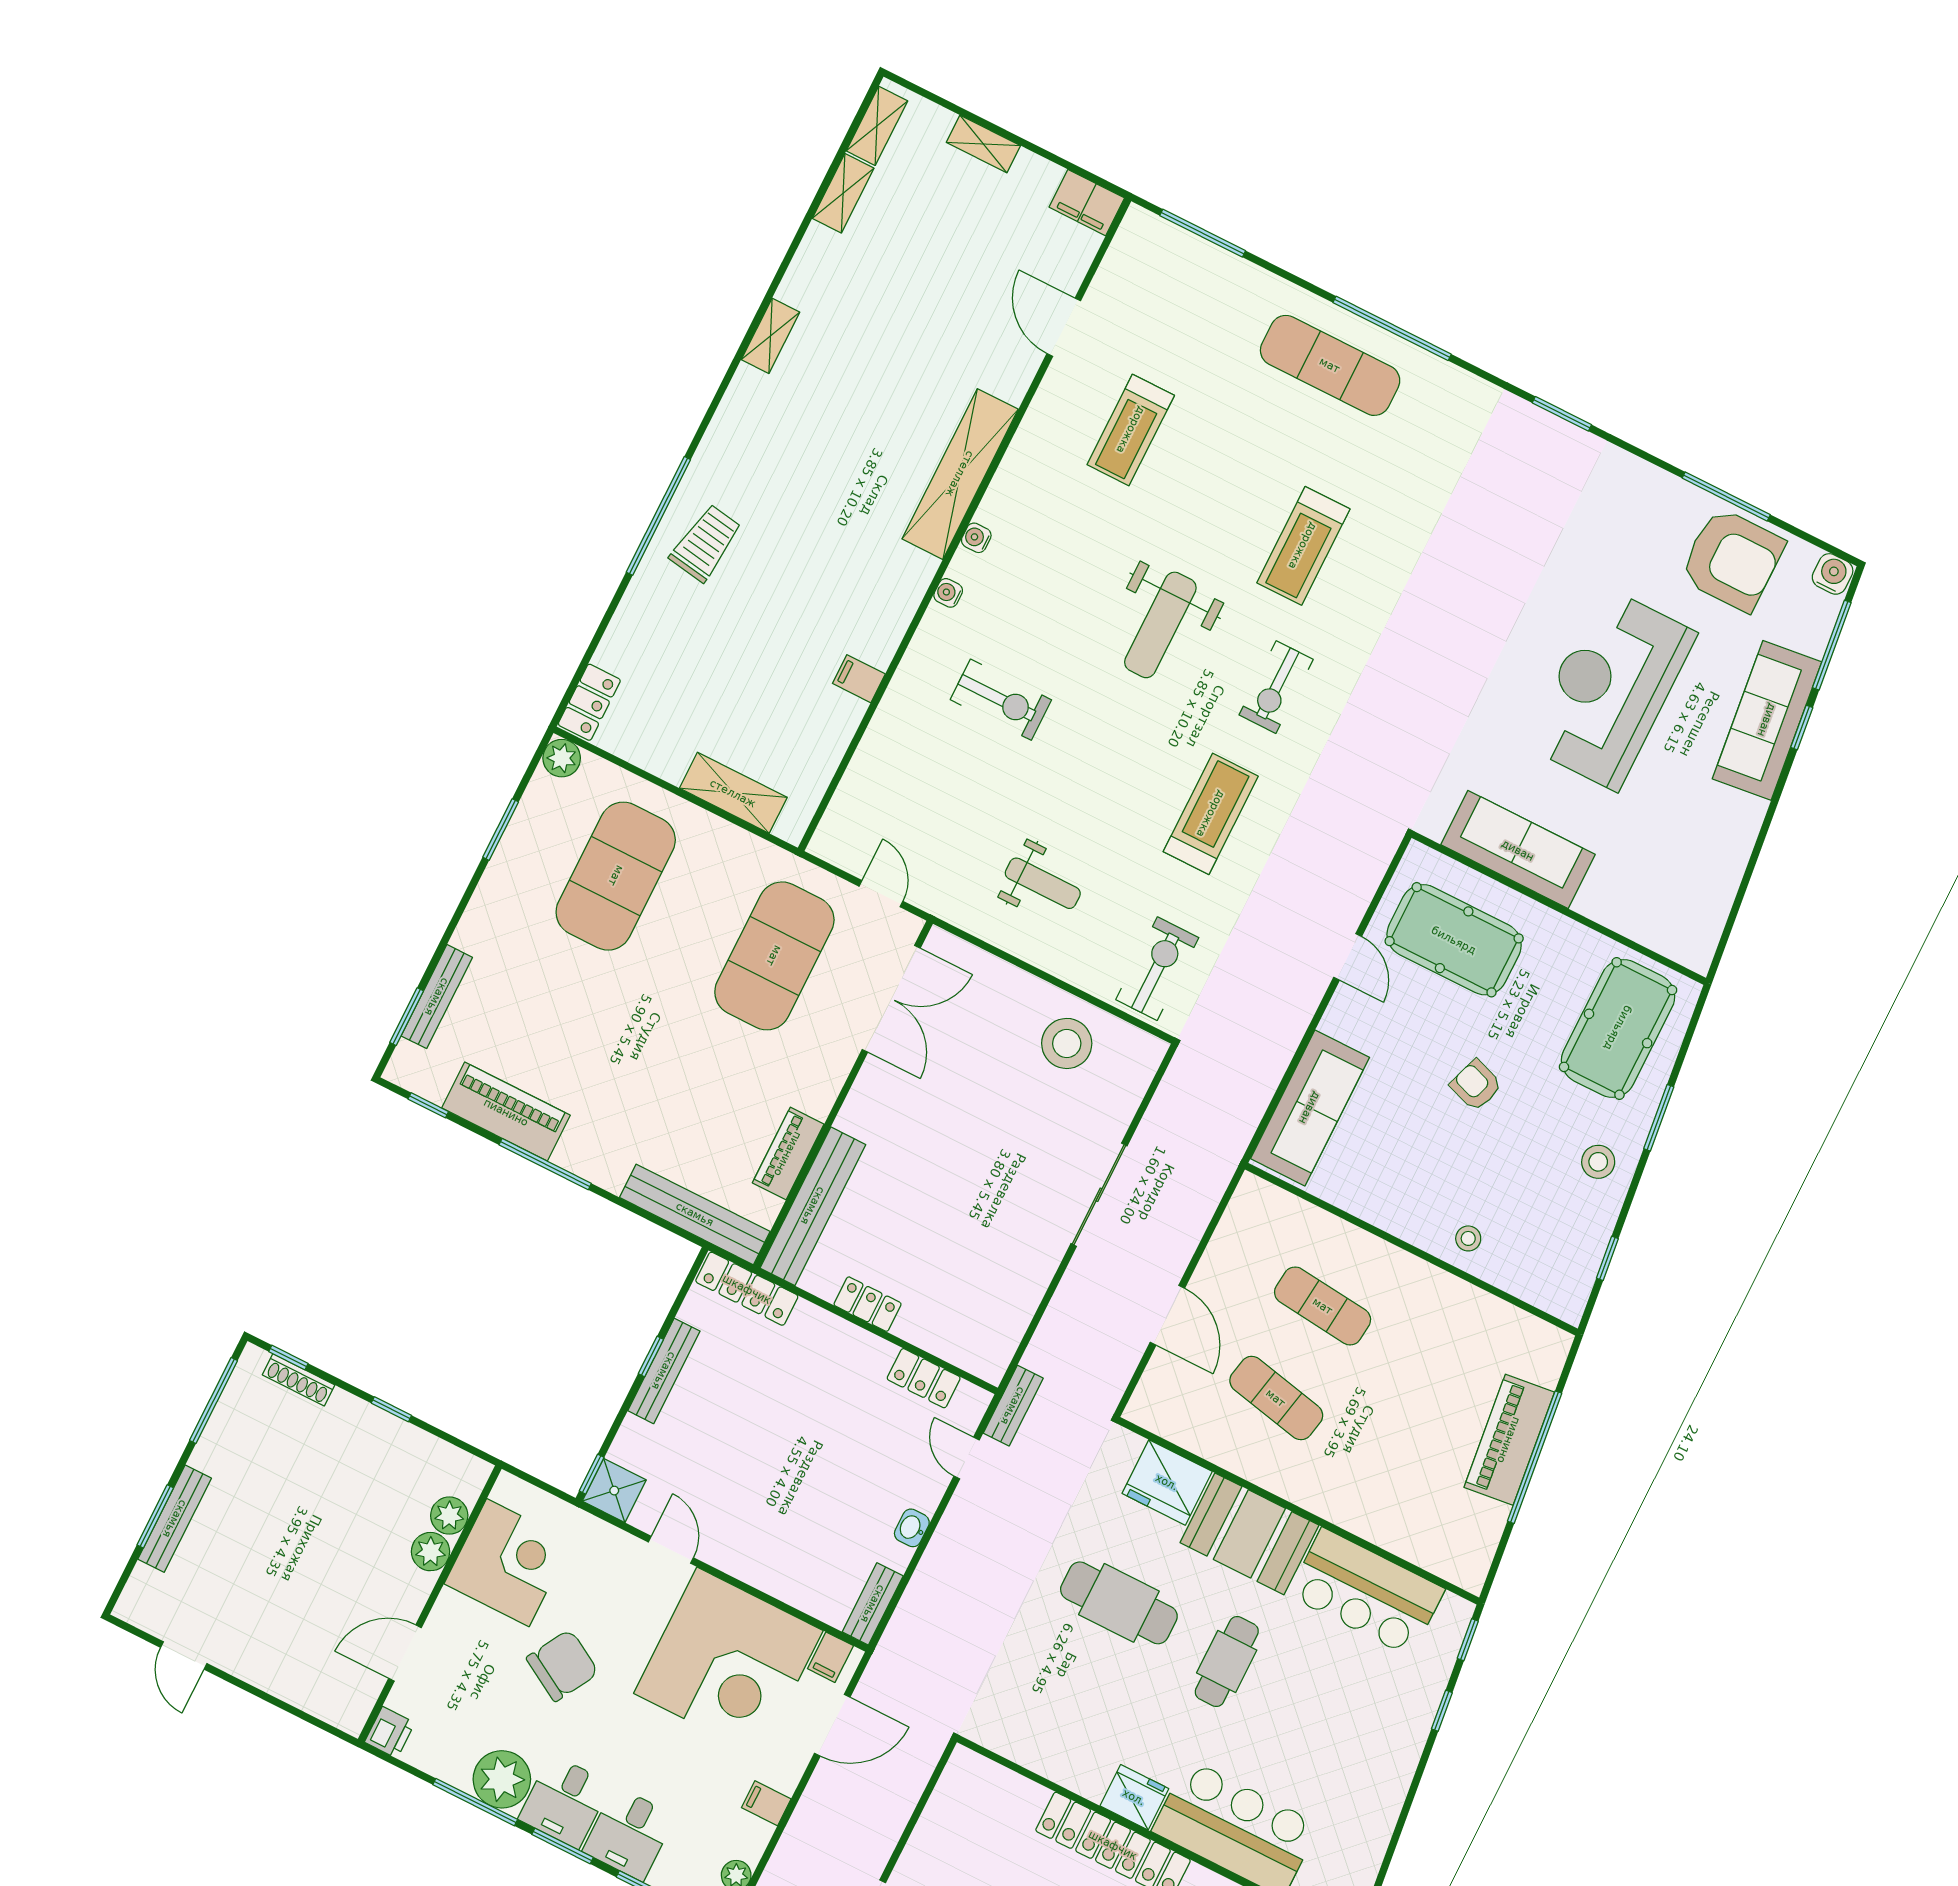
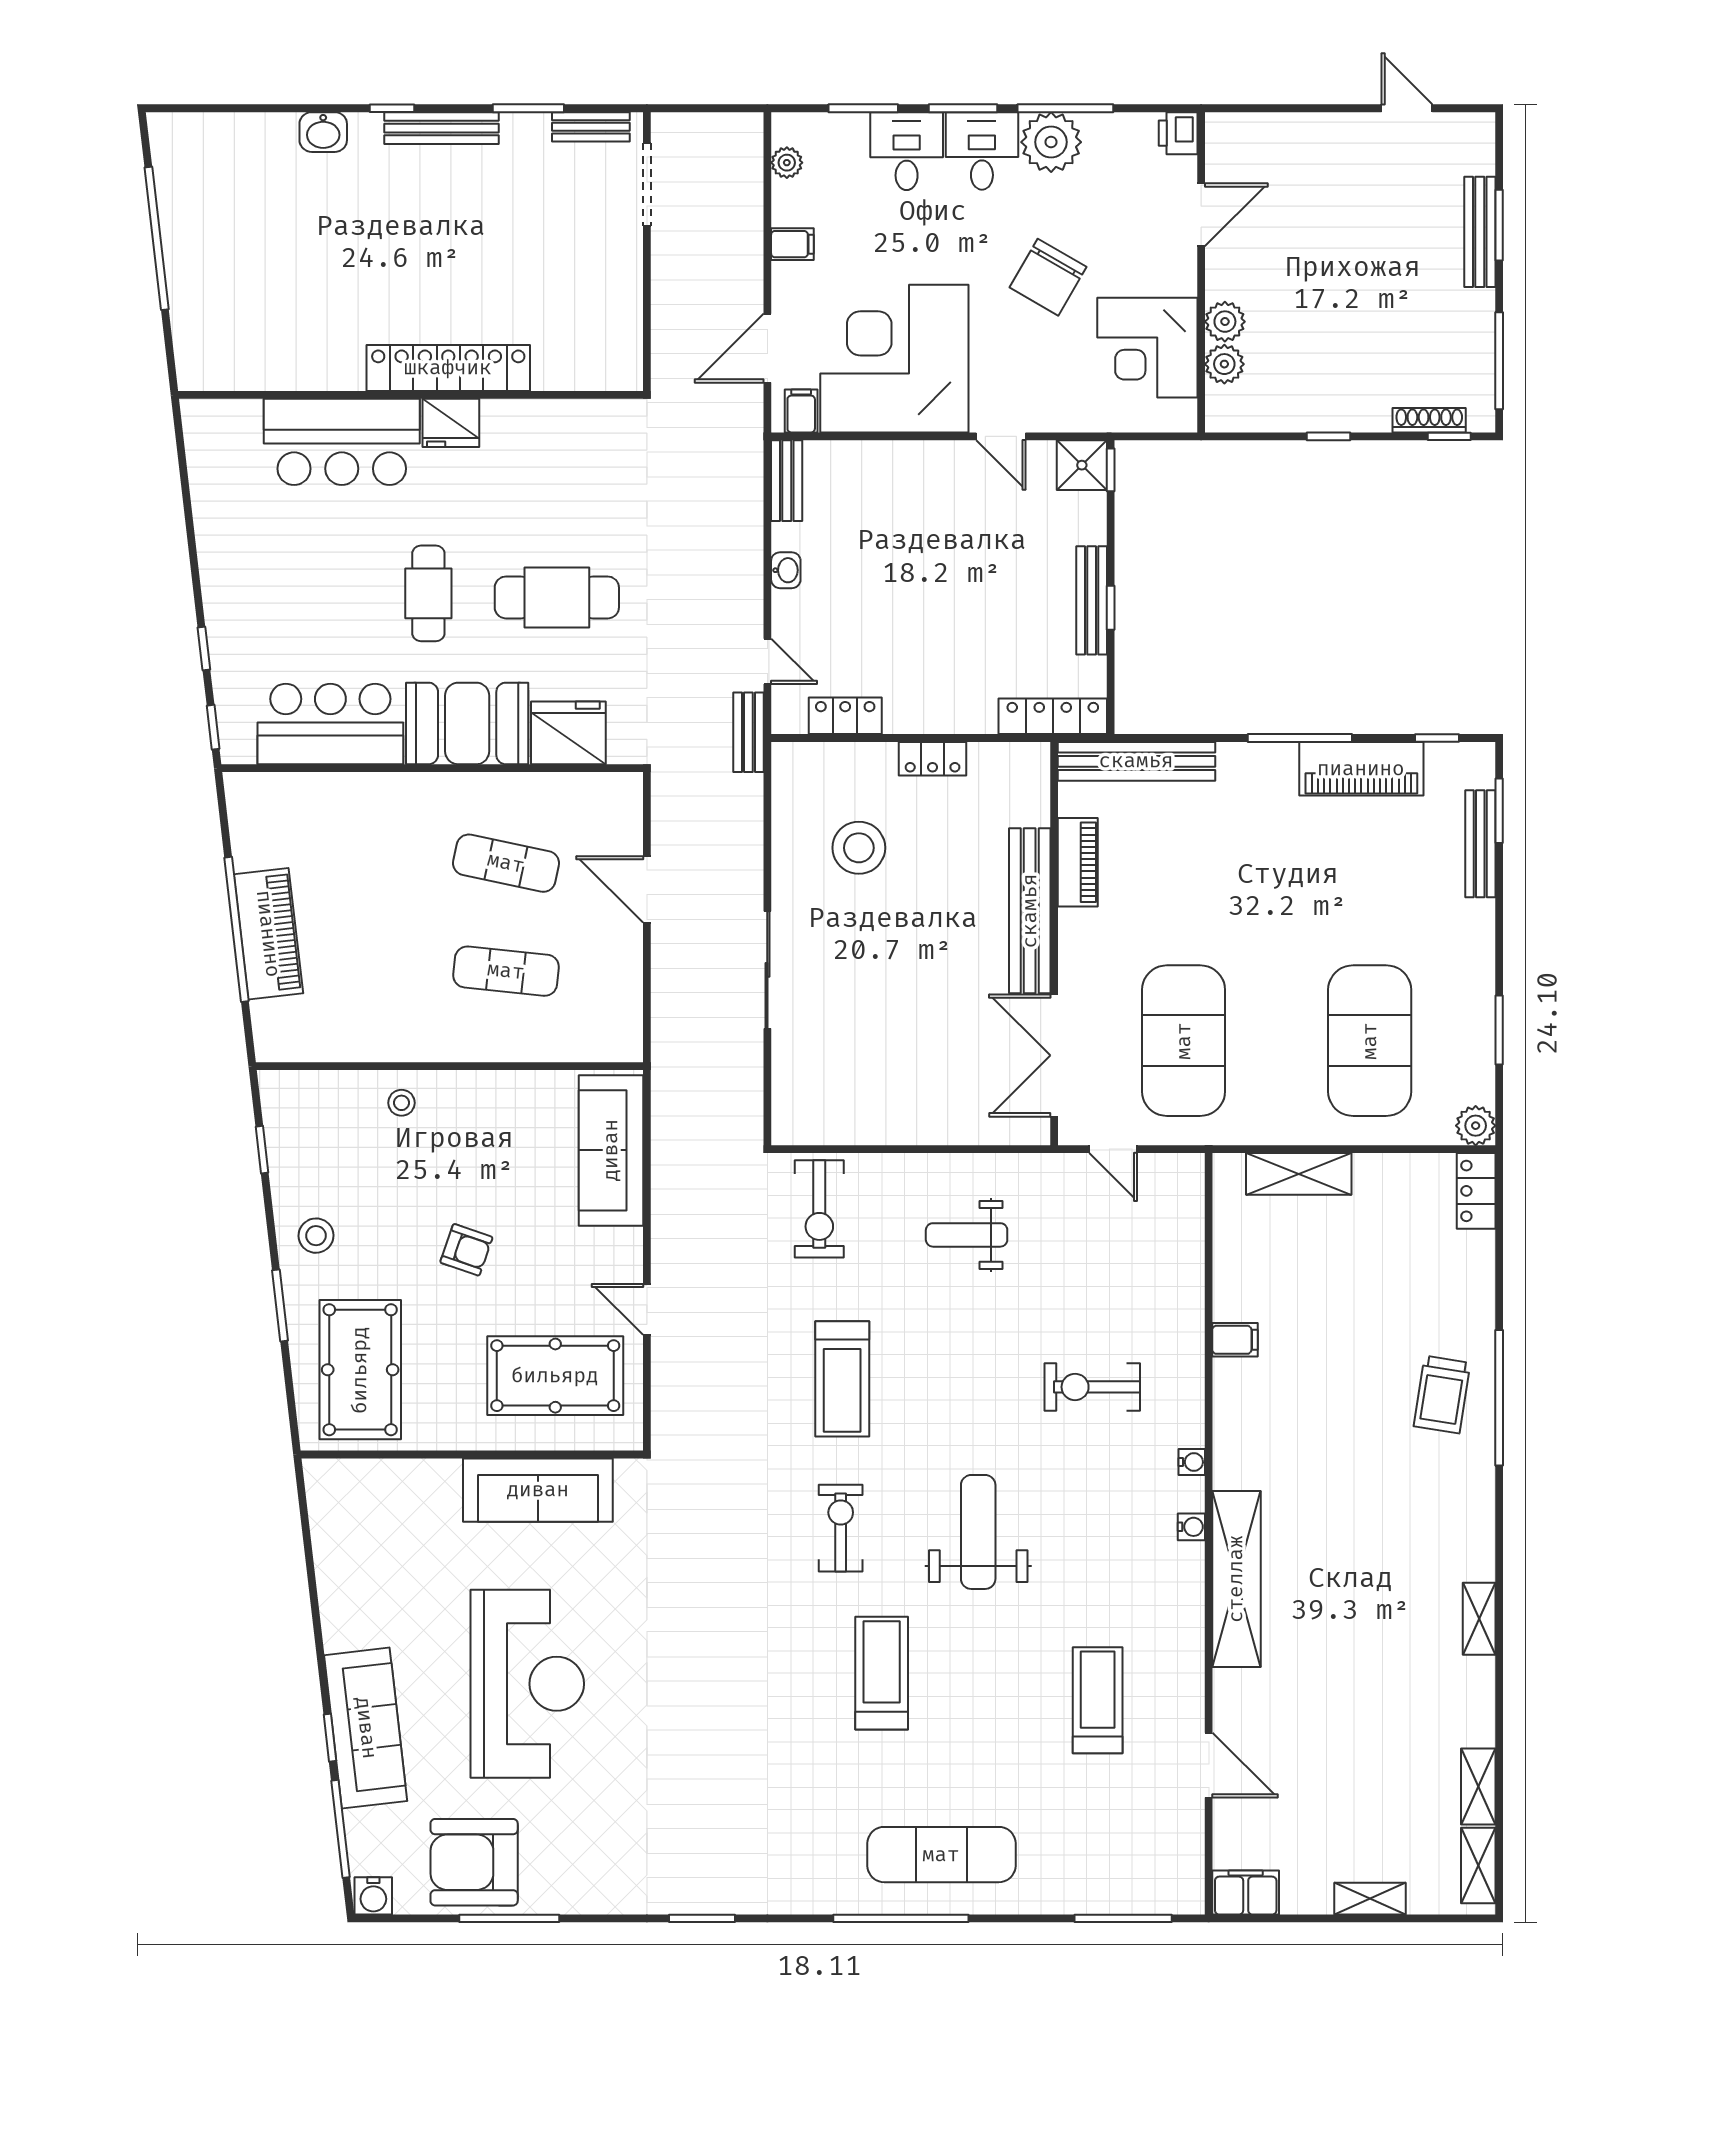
stool: (1067, 1043) -> (859, 848), moved
bench: (813, 1206) -> (1030, 911), moved

